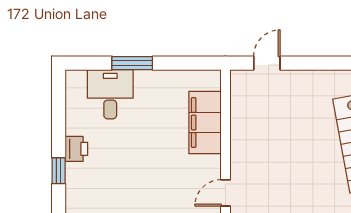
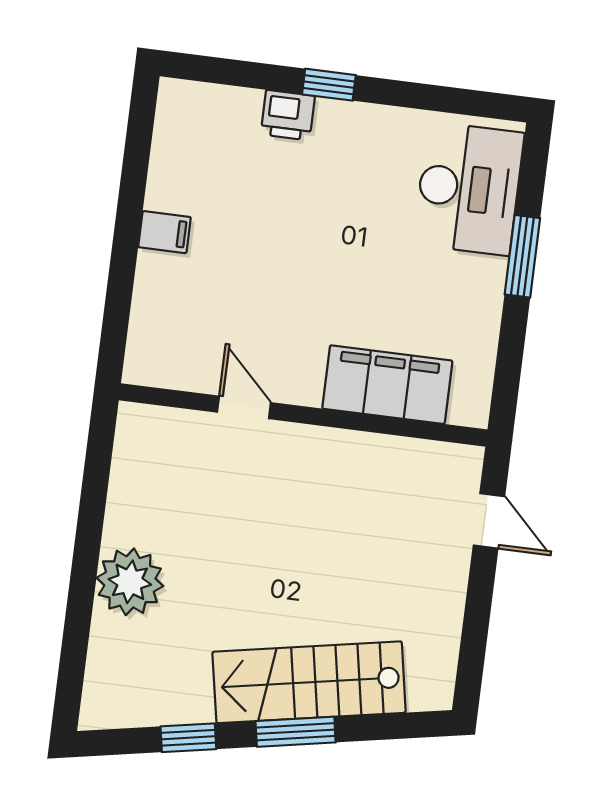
desk: (110, 94) -> (469, 189), width x1.37
printer: (76, 149) -> (288, 115), moved

